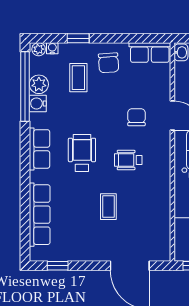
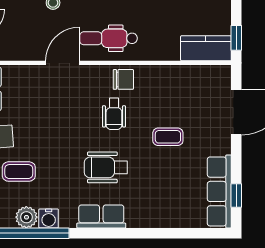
chair: (136, 117) -> (123, 79), moved, turned 180
row of seats: (40, 215) -> (219, 191), moved, turned -90

